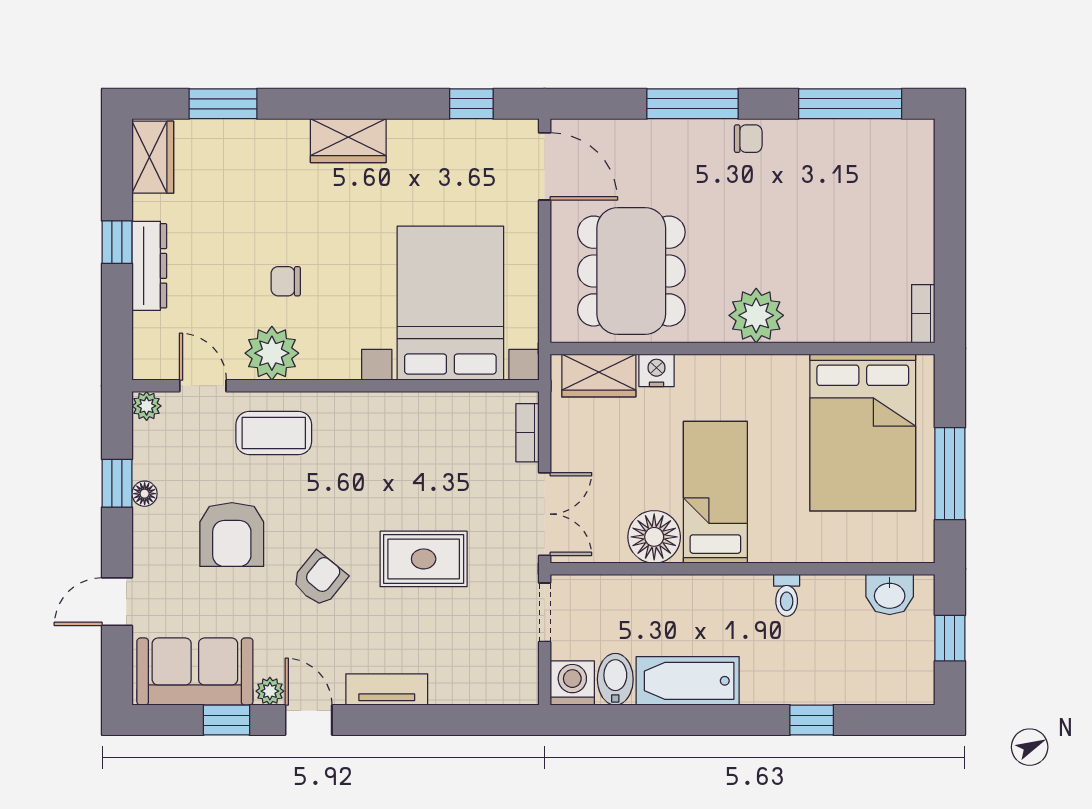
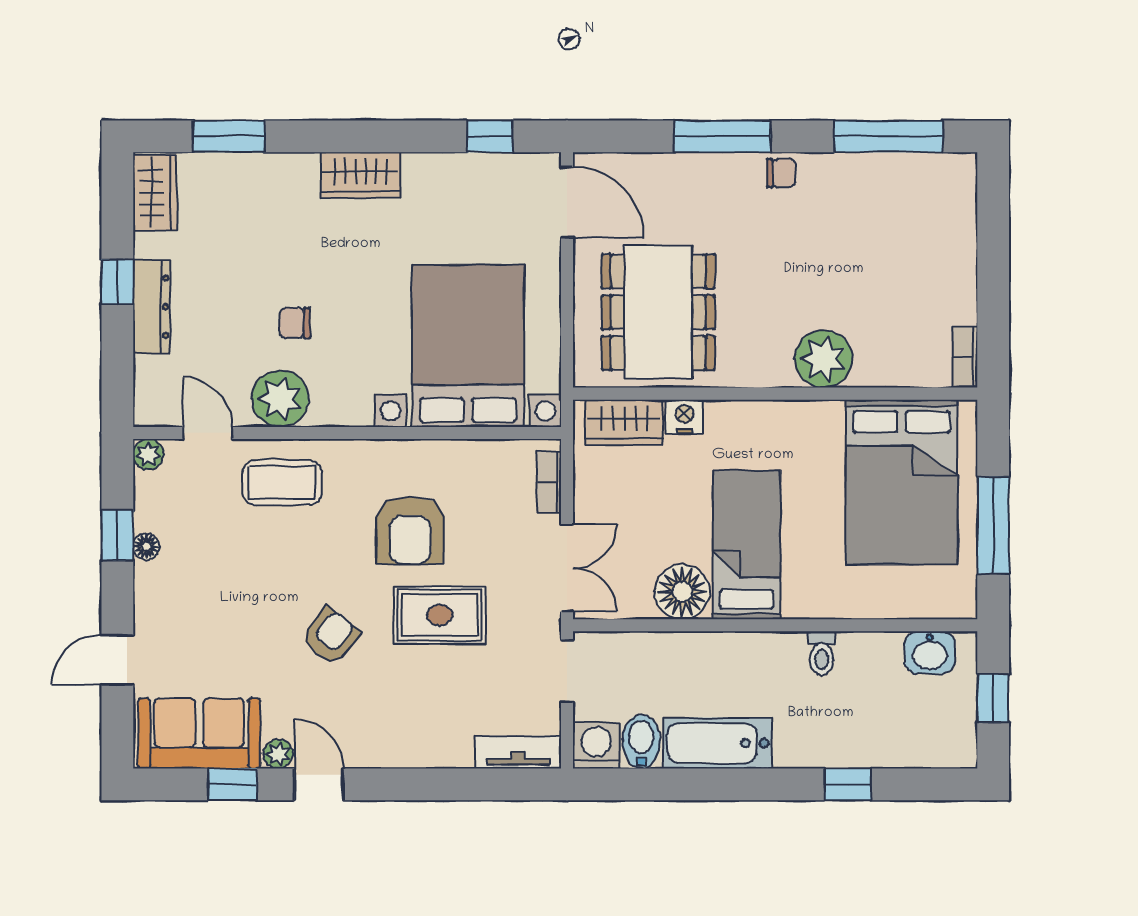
plant: (756, 315) -> (824, 359), moved
armchair: (232, 535) -> (410, 530), moved
tv unit: (387, 689) -> (518, 752), moved

